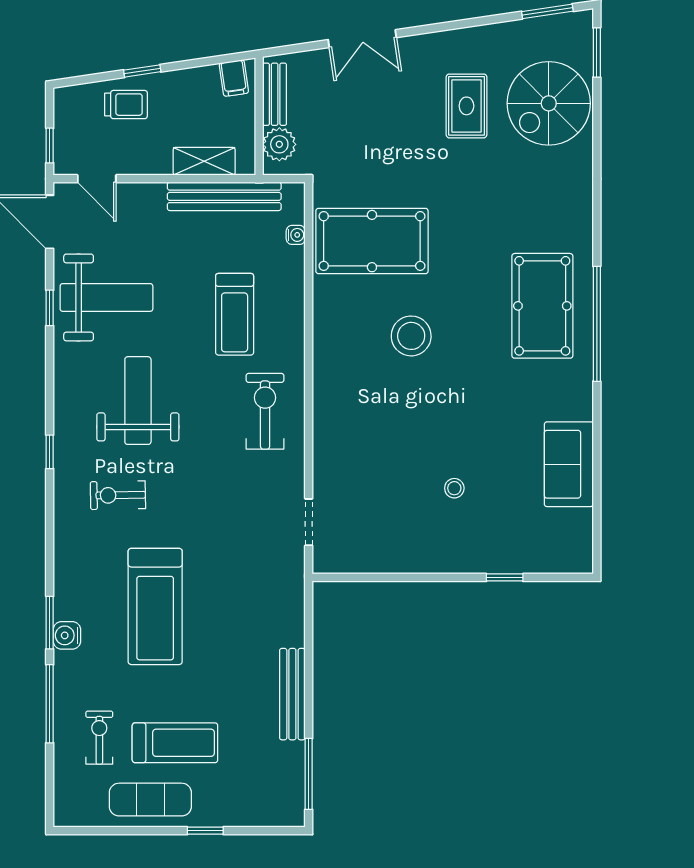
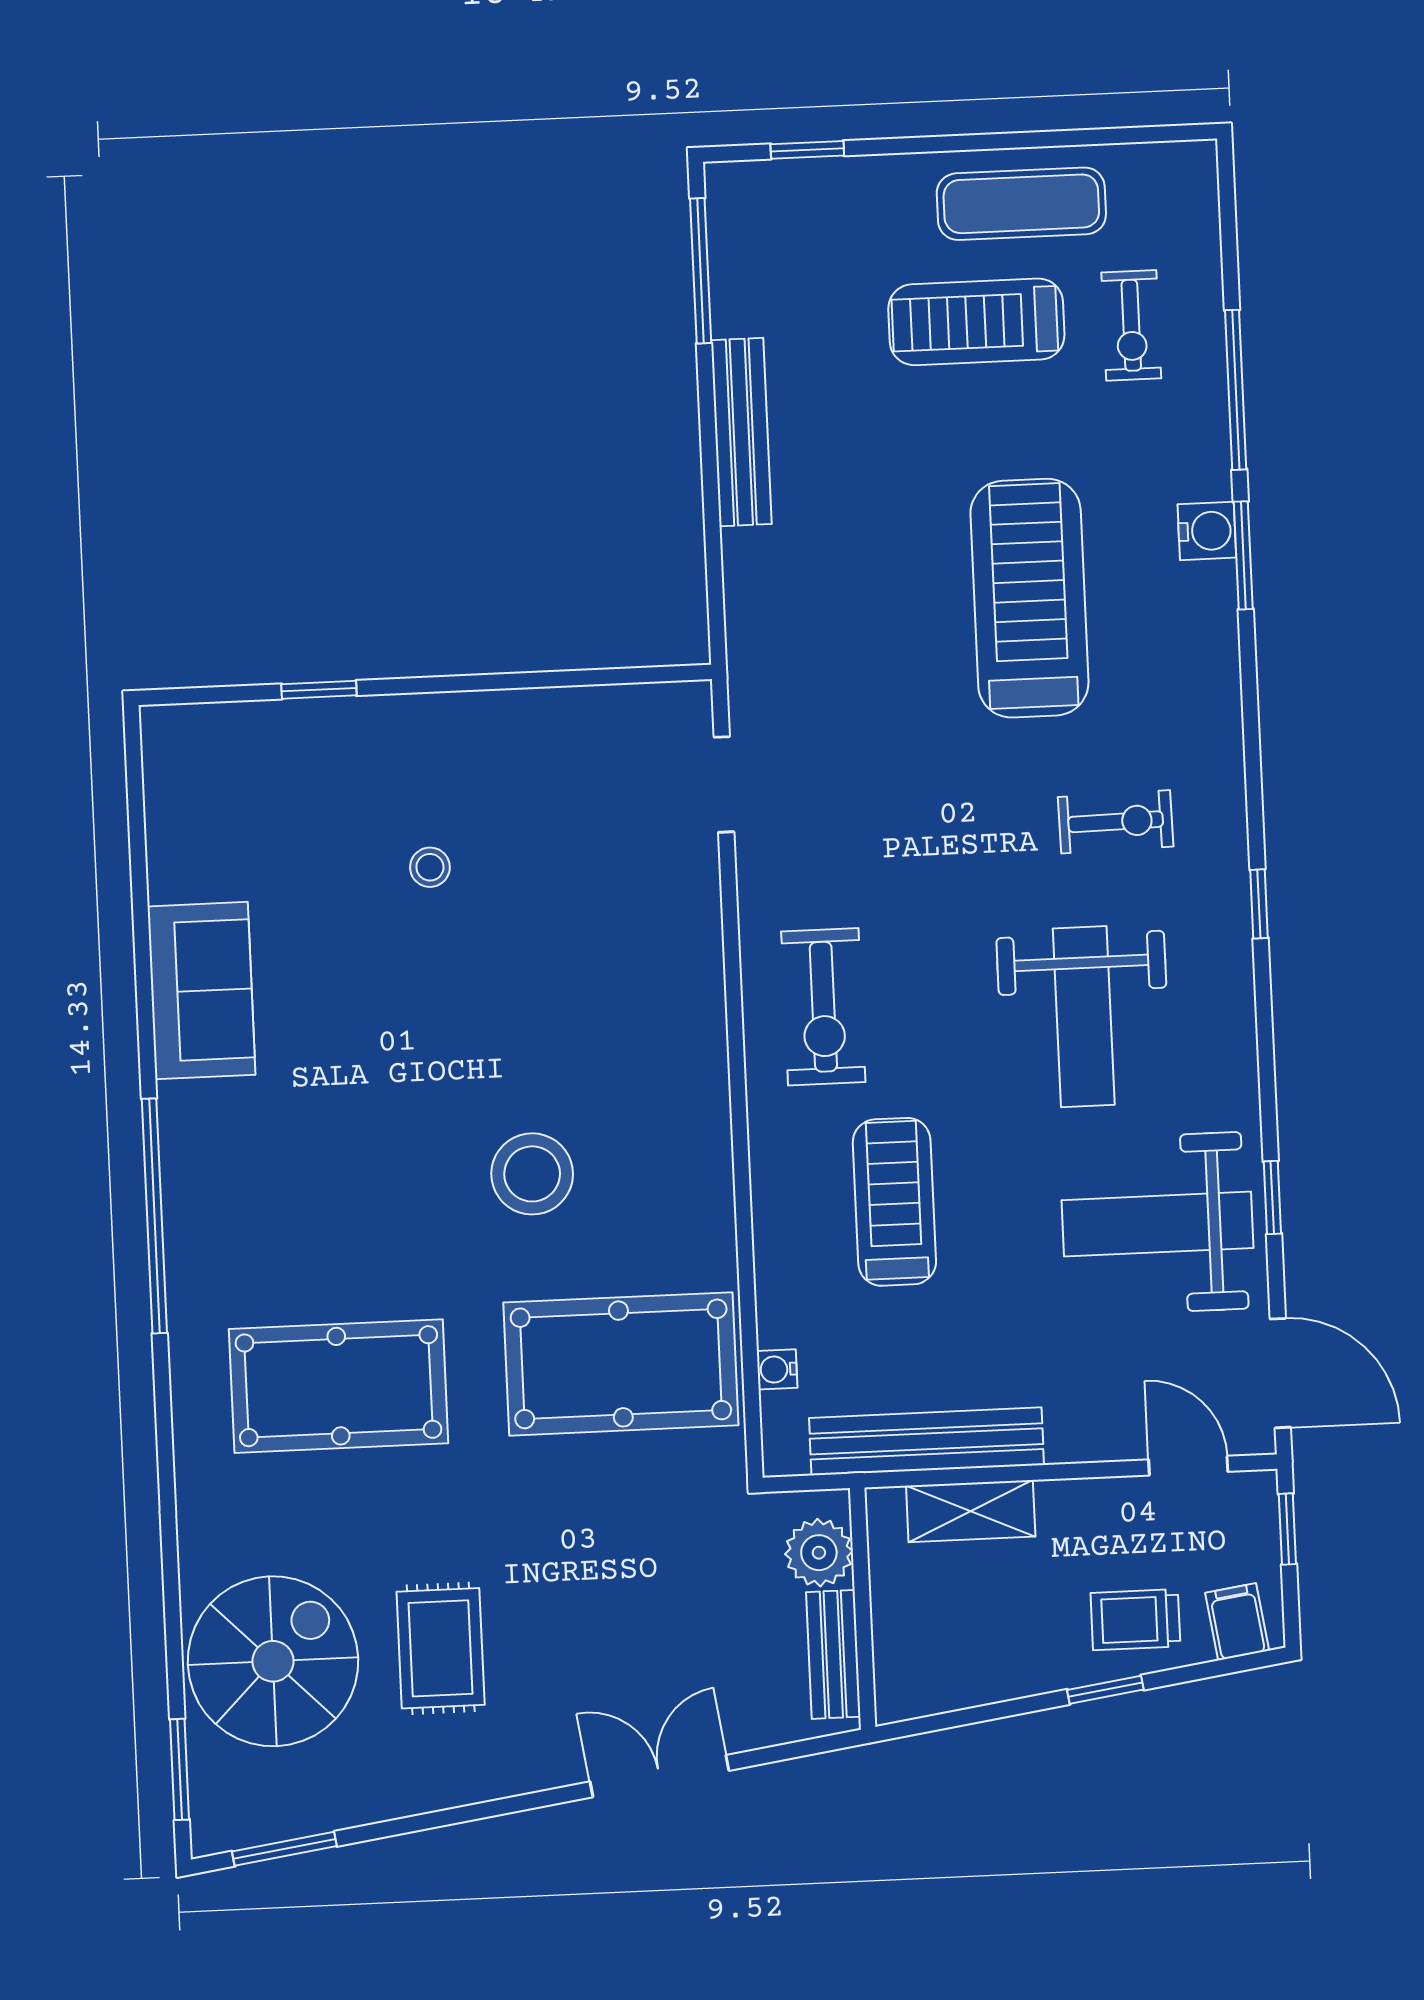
filing cabinet: (234, 78) -> (1237, 1622), moved
pool table: (542, 306) -> (339, 1386), moved, turned 90
sofa: (569, 464) -> (201, 991), moved
window: (205, 831) -> (807, 150), moved

